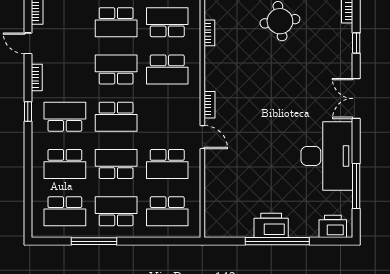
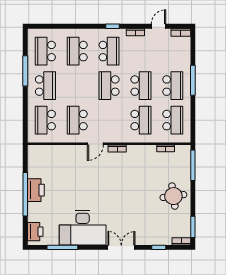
school desk: (116, 22) -> (173, 86), turned 180
school desk: (167, 69) -> (141, 120), turned 180
school desk: (116, 164) -> (77, 86), removed

